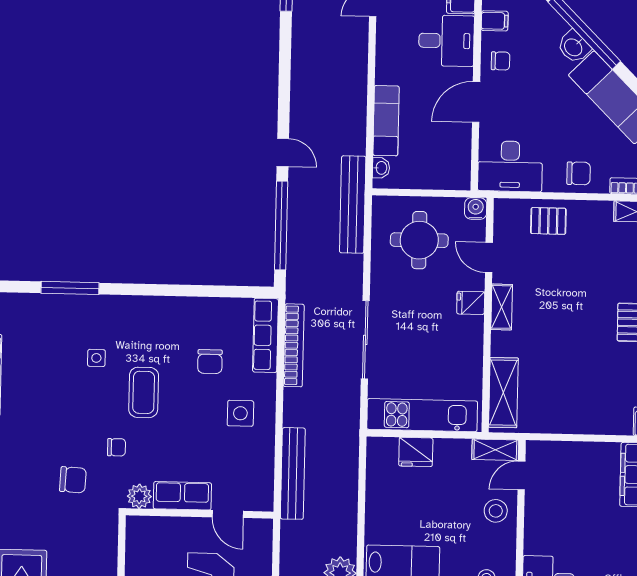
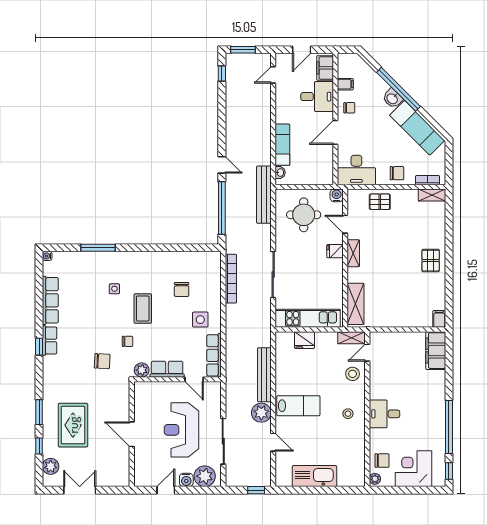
row of seats: (265, 335) -> (214, 355), moved
bench: (293, 473) -> (264, 375), moved

